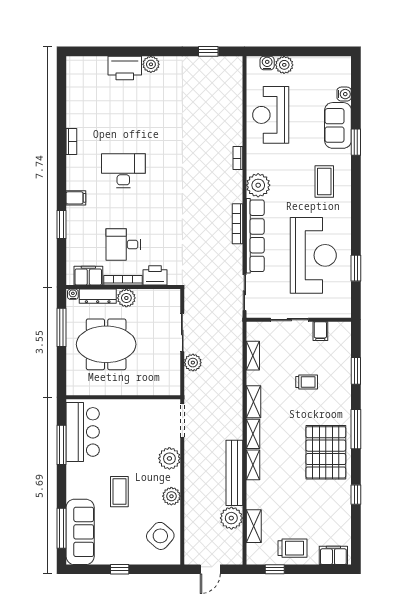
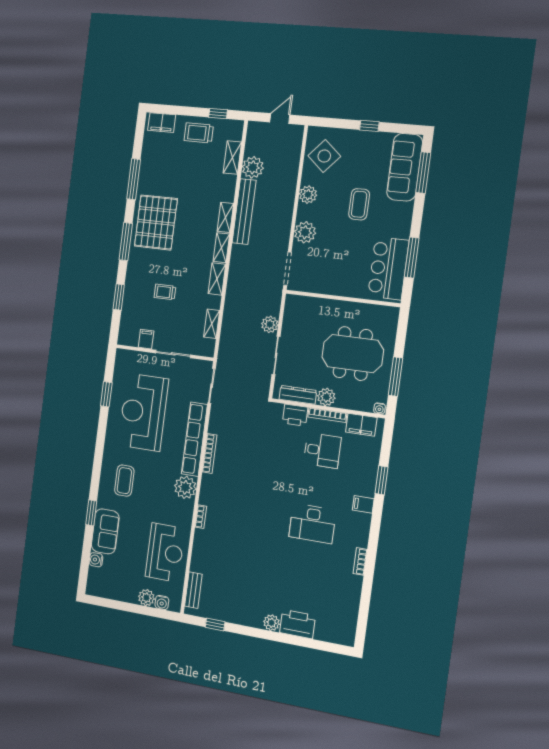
bench: (236, 82) -> (193, 590), added
dresser: (98, 296) -> (298, 395), moved
window: (356, 495) -> (134, 179), width x2.17

